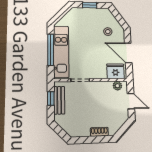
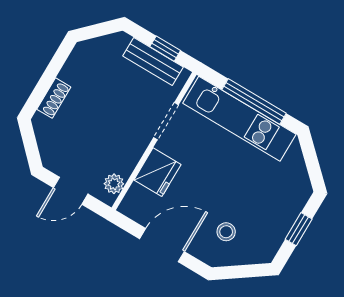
fridge: (116, 71) -> (157, 172), moved

